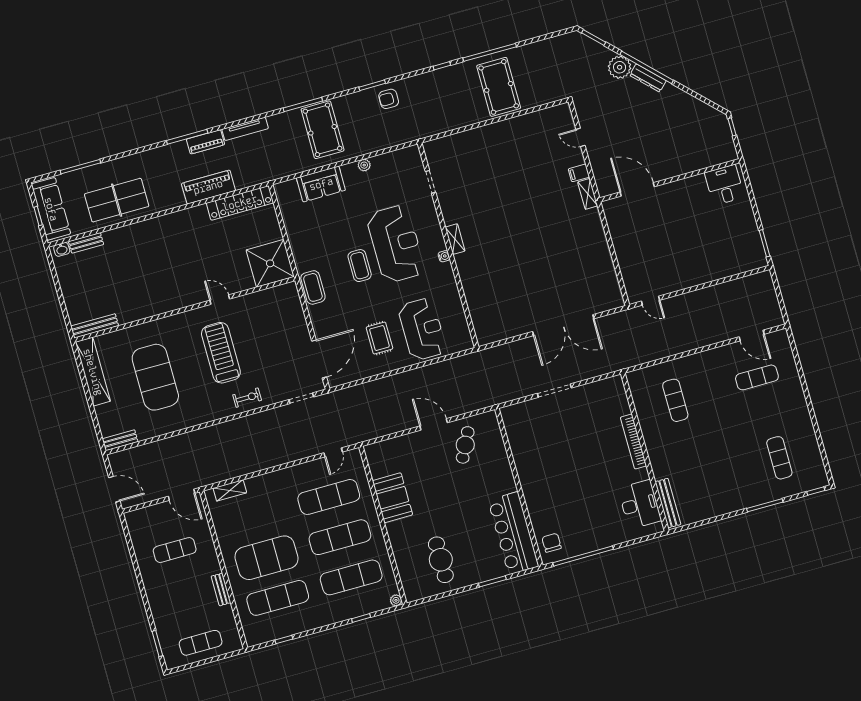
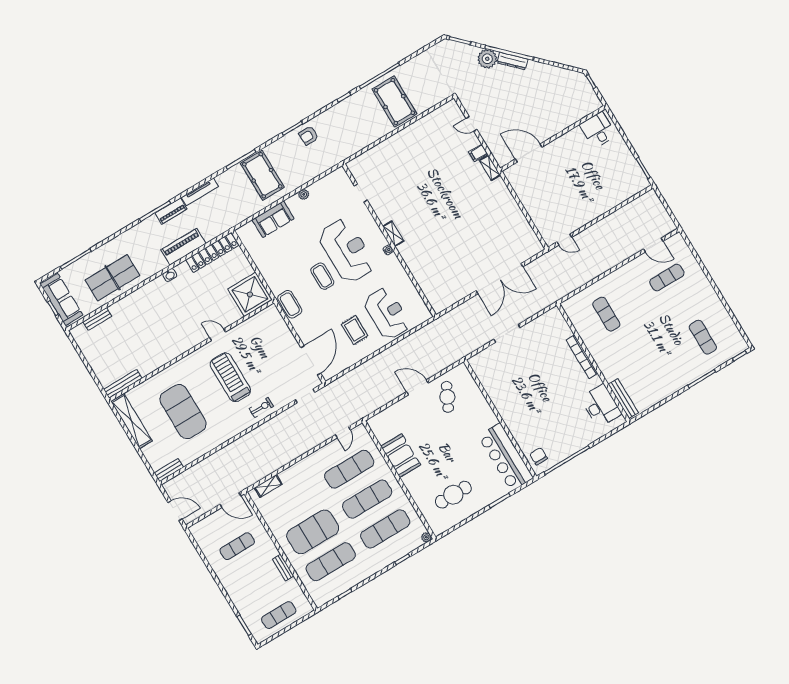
washbasin: (62, 249) -> (170, 275), moved
cafe table: (441, 560) -> (453, 495), turned 90

